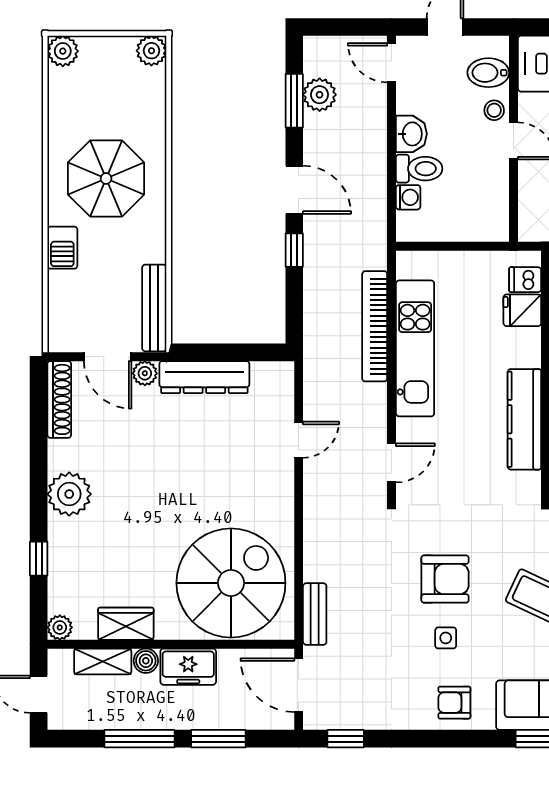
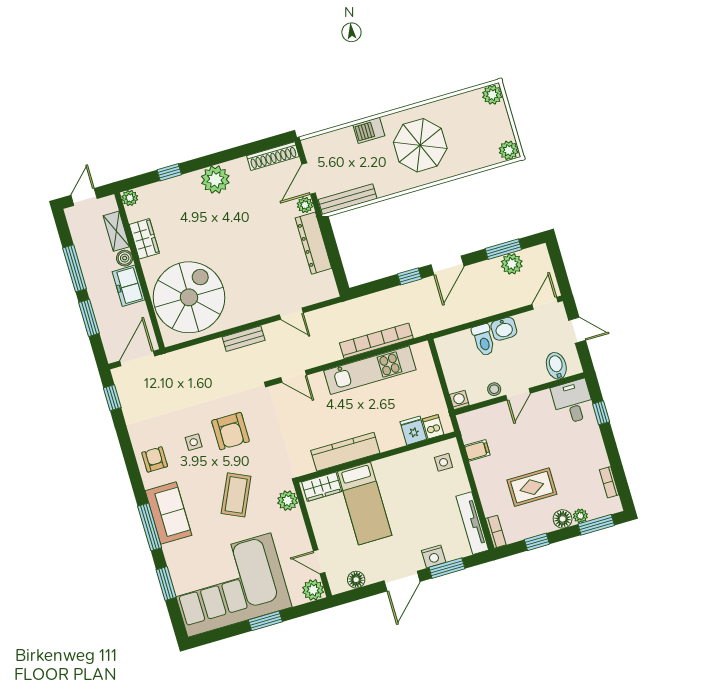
stool: (494, 110) -> (494, 389), moved
washing machine: (408, 197) -> (459, 400), moved, turned 180
spiral stairs: (231, 583) -> (189, 297), turned -90
bench: (315, 614) -> (244, 339), moved

